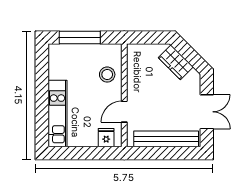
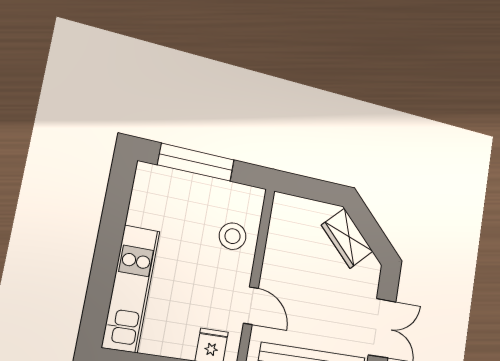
door: (124, 112) -> (251, 306), swing flipped

